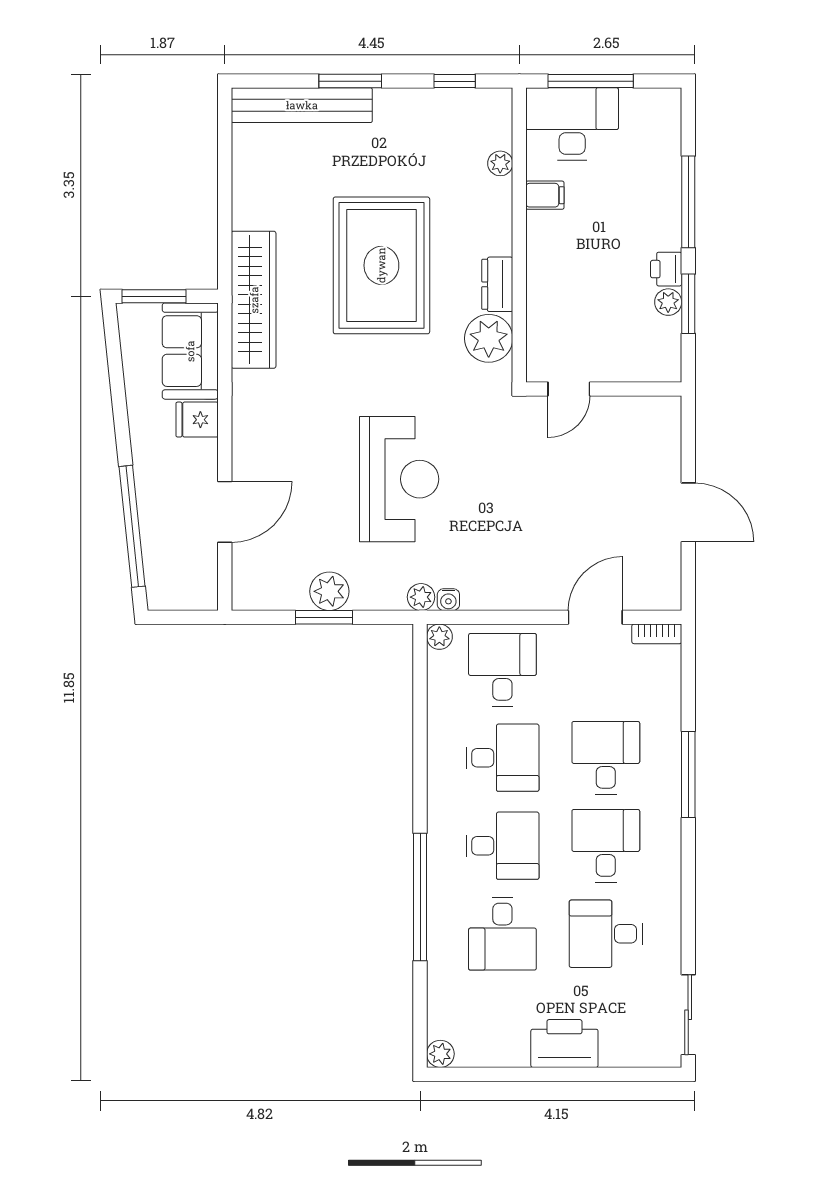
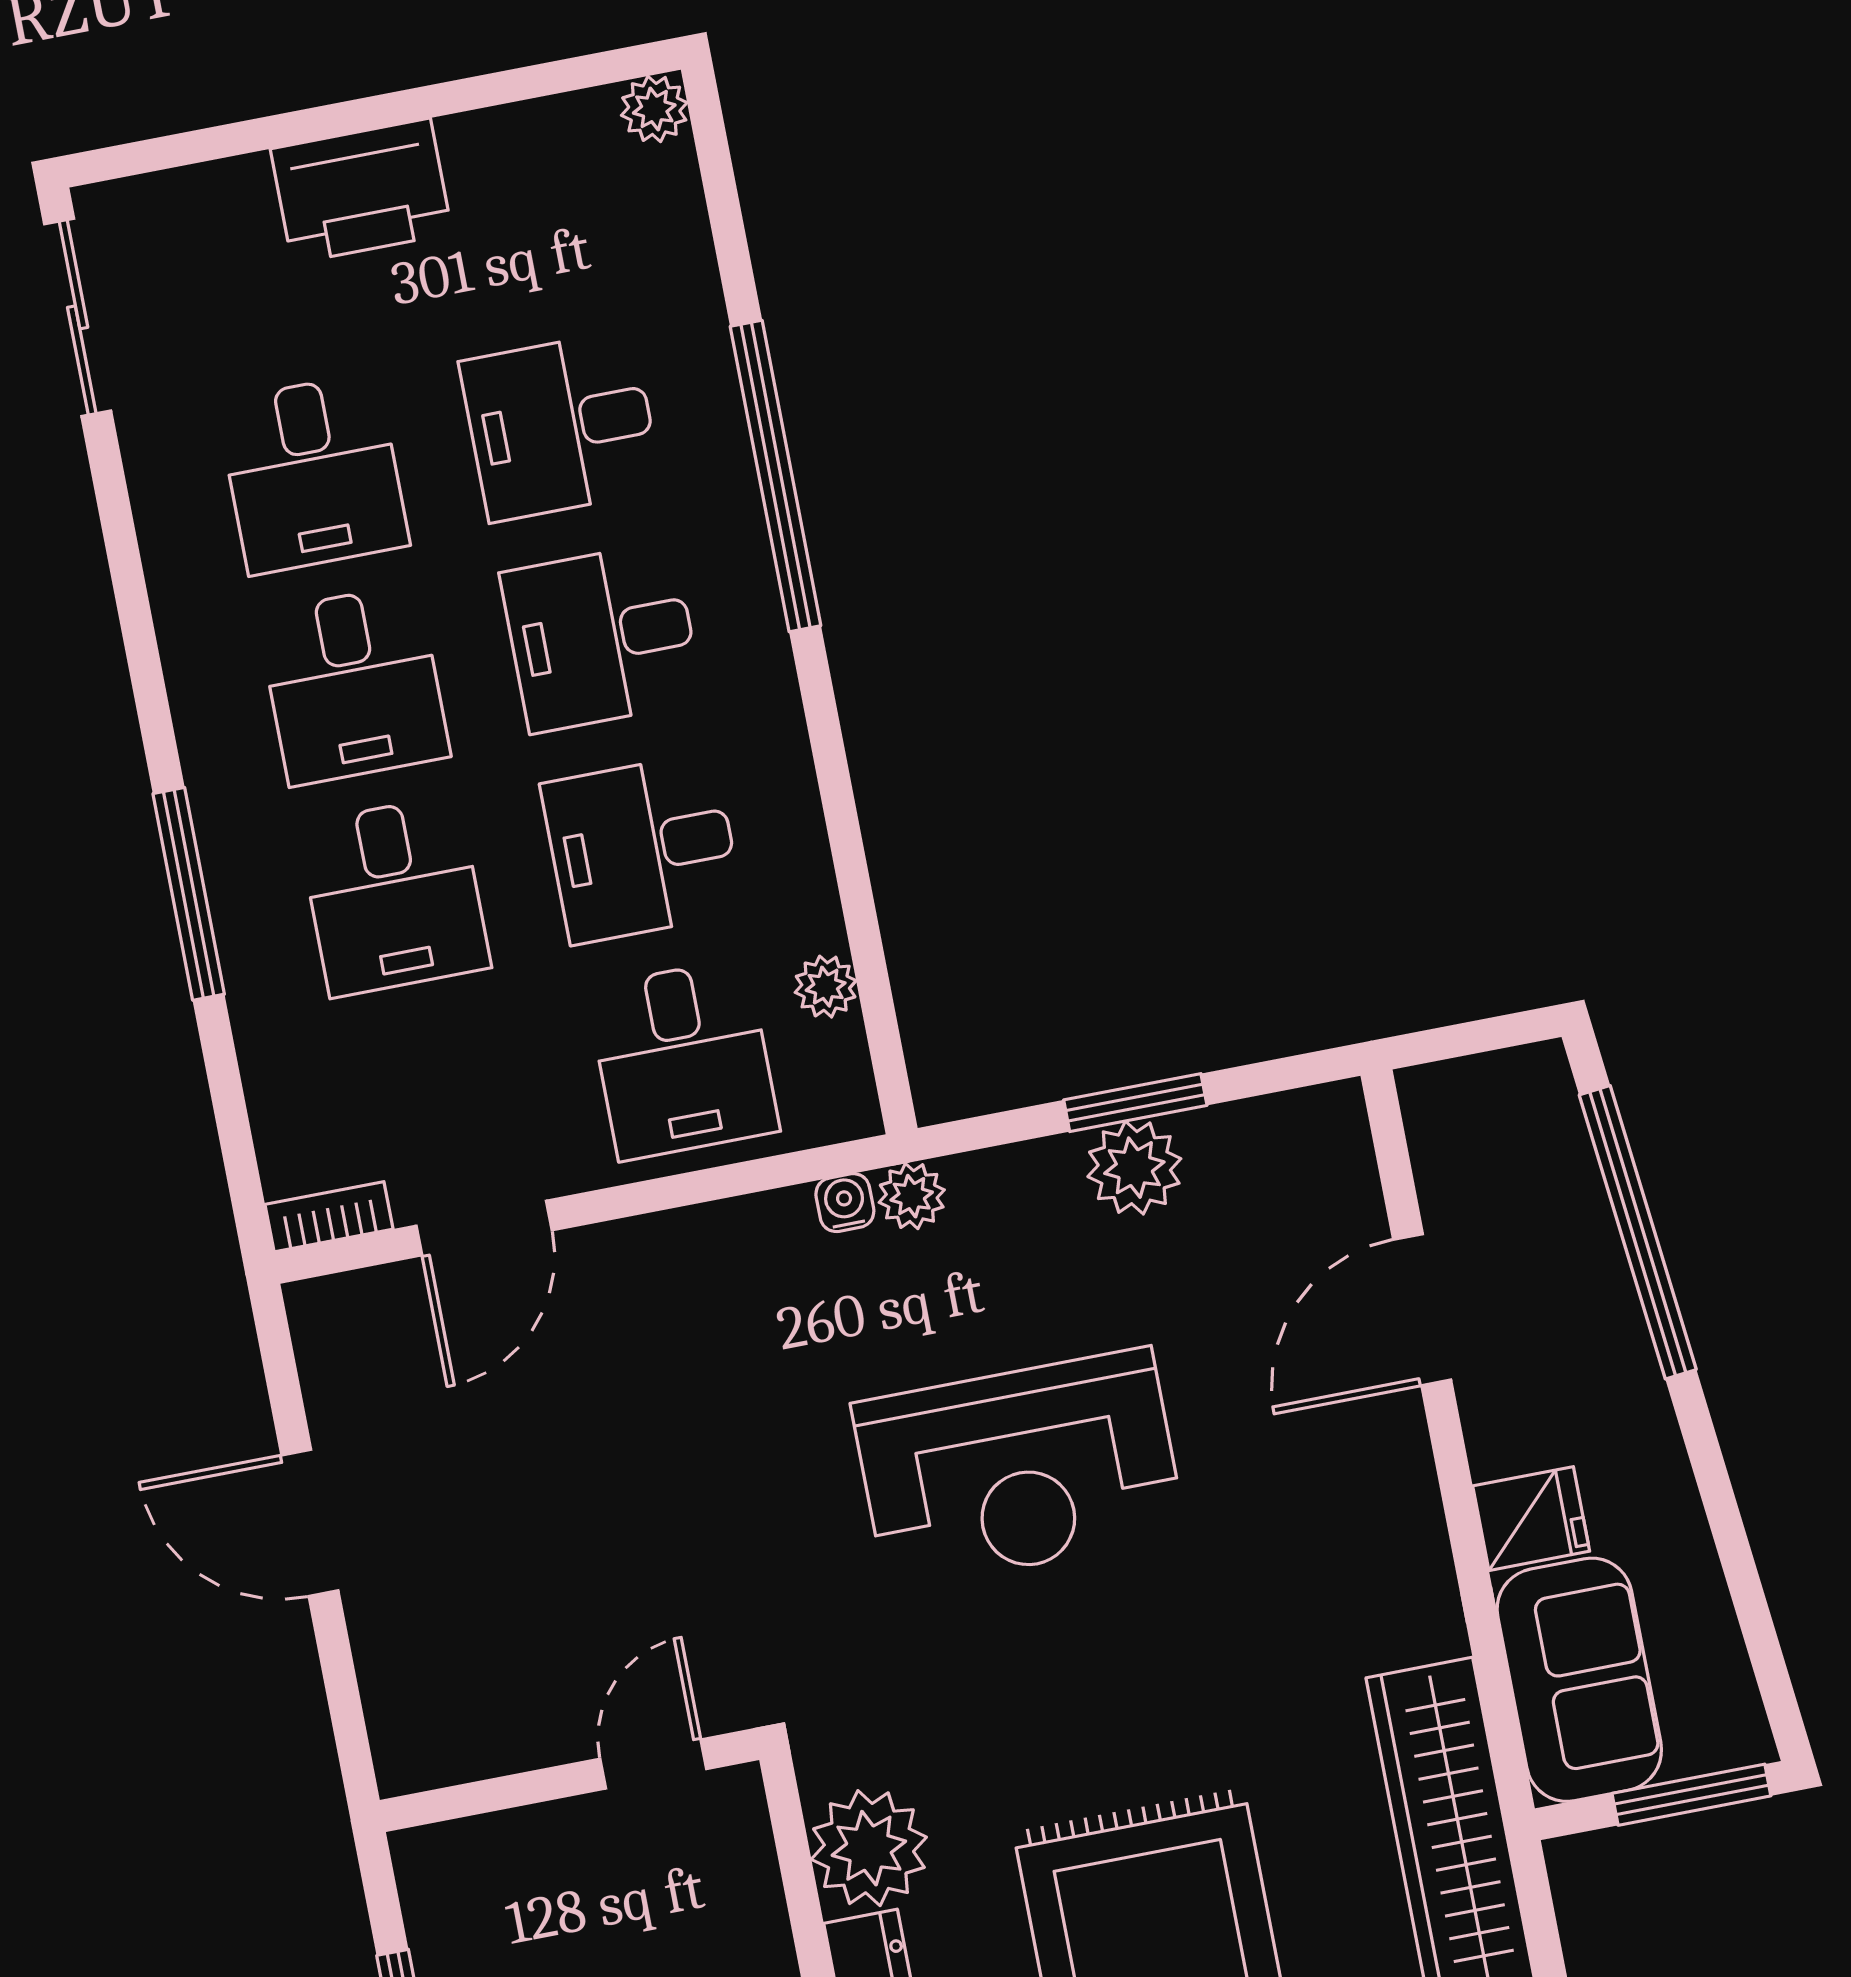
reception desk: (399, 479) -> (1019, 1469), turned -90
plant: (439, 637) -> (826, 987), moved
desk: (502, 934) -> (561, 426), turned -90
desk: (606, 934) -> (313, 474), turned 90

